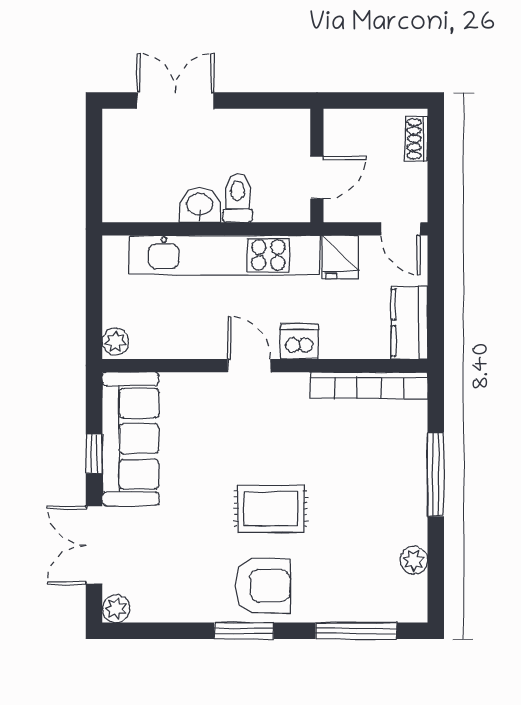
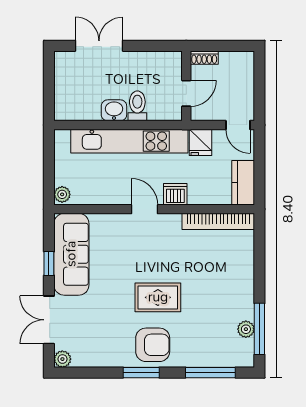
shoe rack: (417, 139) -> (204, 58), moved, turned -90
window: (436, 474) -> (259, 329), moved

